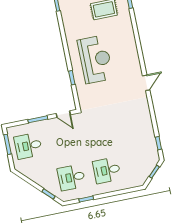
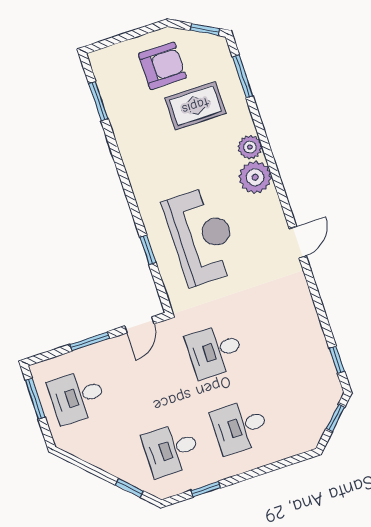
plant: (128, 33) -> (250, 147), added
plant: (129, 48) -> (255, 177), added
reception desk: (95, 59) -> (202, 236), moved
door: (63, 114) -> (139, 325), hinge flipped
desk: (99, 131) -> (215, 351), added

